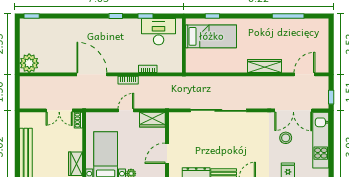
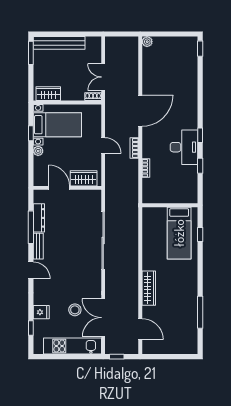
desk: (159, 32) -> (184, 147), moved
plant: (29, 63) -> (147, 42), width x0.53, depth x0.53
wardrobe: (152, 120) -> (84, 178), moved, turned 90

